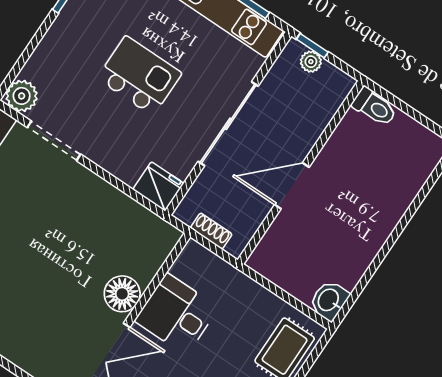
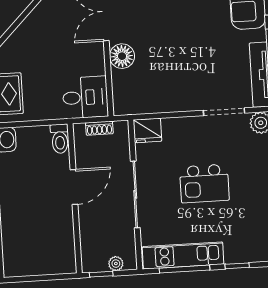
window: (312, 46) -> (101, 274), moved
toilet: (374, 107) -> (60, 139), moved, turned -90
desk: (177, 314) -> (85, 97), moved

